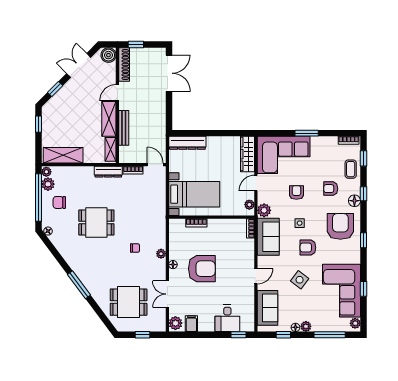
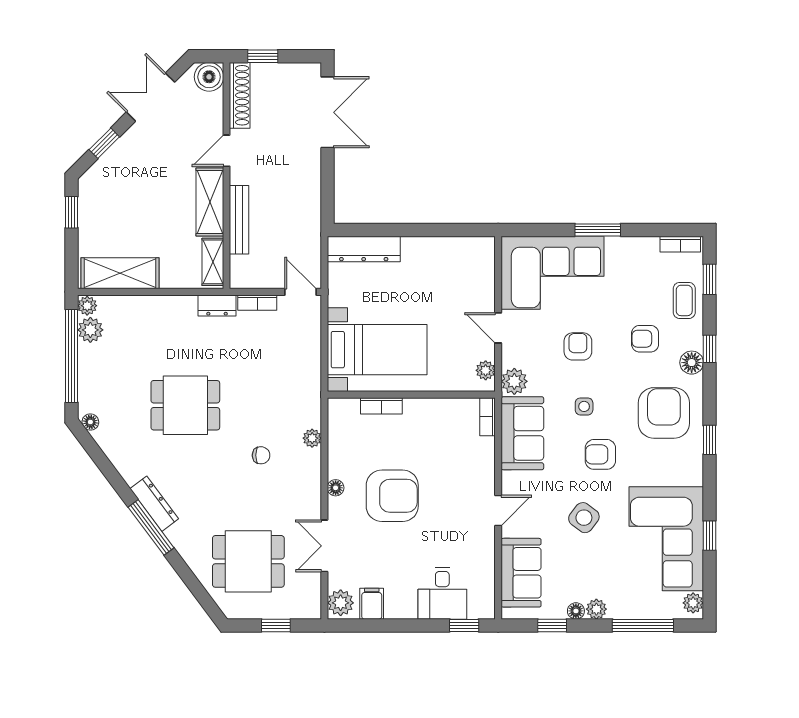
wardrobe: (247, 154) -> (482, 271), removed
dresser: (108, 172) -> (217, 305), width x0.70
door: (256, 183) -> (498, 328), hinge flipped
chair: (59, 202) -> (113, 366), removed
plant: (161, 254) -> (312, 438), moved
dresser: (81, 273) -> (154, 504), added

